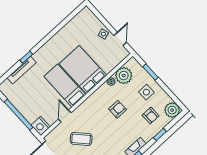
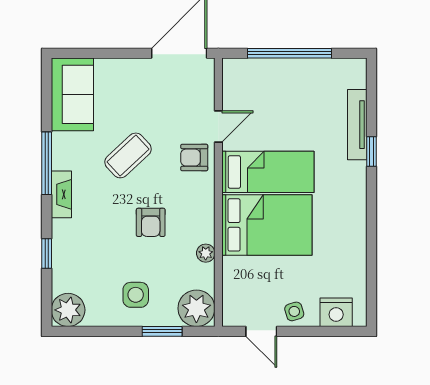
plant: (124, 76) -> (196, 308), moved
armchair: (151, 115) -> (194, 158), moved
door: (65, 116) -> (218, 127), hinge flipped
nightstand: (41, 126) -> (336, 312), moved, turned 180
coffee table: (81, 139) -> (128, 155), moved

